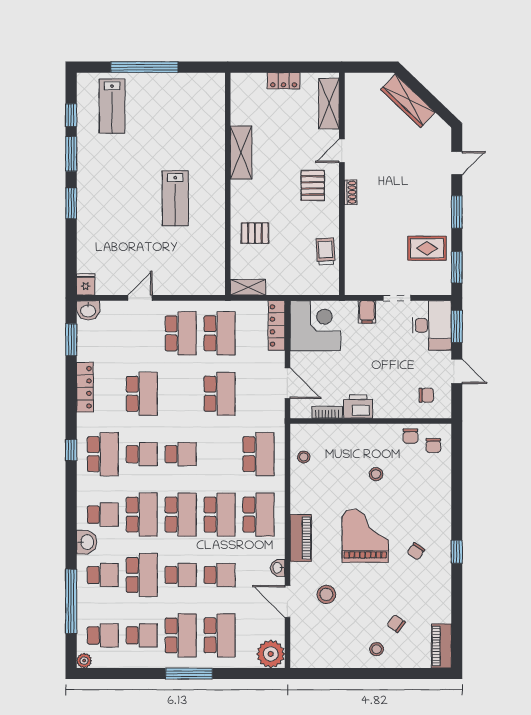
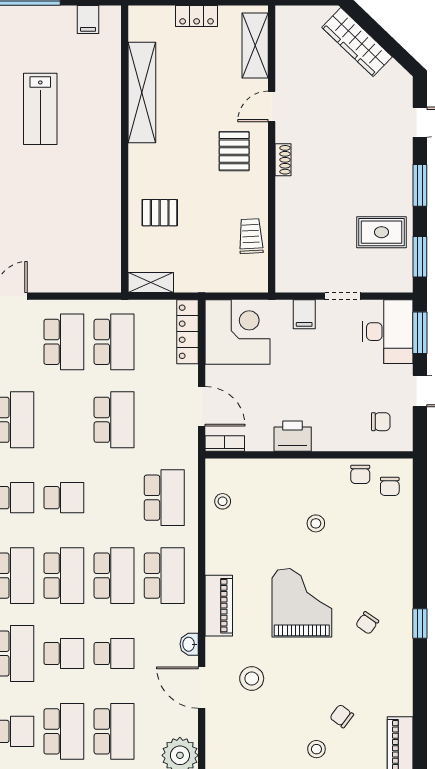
filing cabinet: (199, 83) -> (88, 20), added
shelving: (241, 152) -> (142, 93), width x1.47
lab bench: (175, 198) -> (40, 109), moved
bookcase: (327, 412) -> (225, 444), moved

